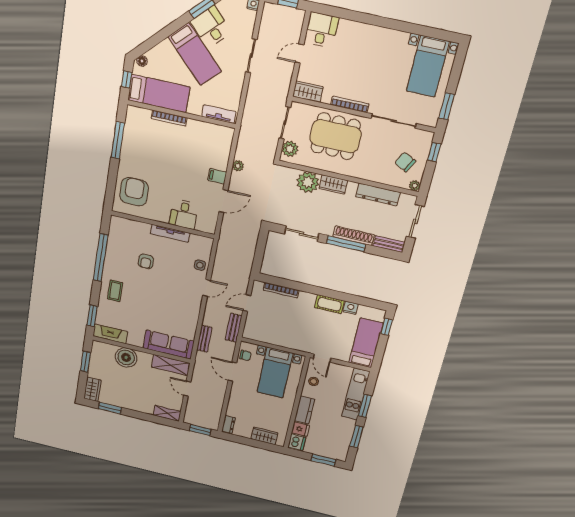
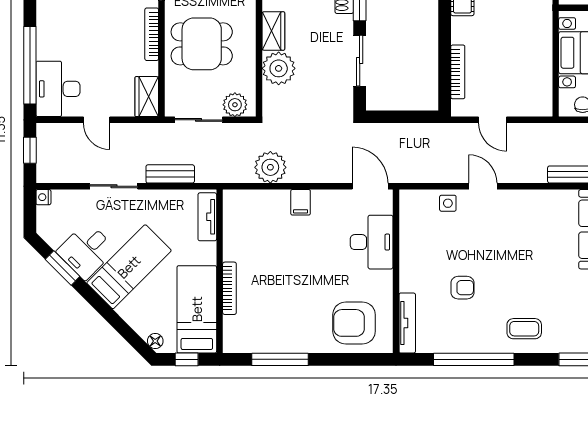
window: (348, 15) -> (30, 65), added
desk: (321, 30) -> (58, 89), width x1.37
dining table: (335, 136) -> (202, 44), width x0.73
plant: (238, 166) -> (270, 167), width x1.87, depth x1.87
door: (223, 201) -> (370, 186), moved
desk: (184, 214) -> (372, 242), width x1.37
tv unit: (170, 233) -> (407, 323), moved
bench: (234, 328) -> (170, 174), moved

